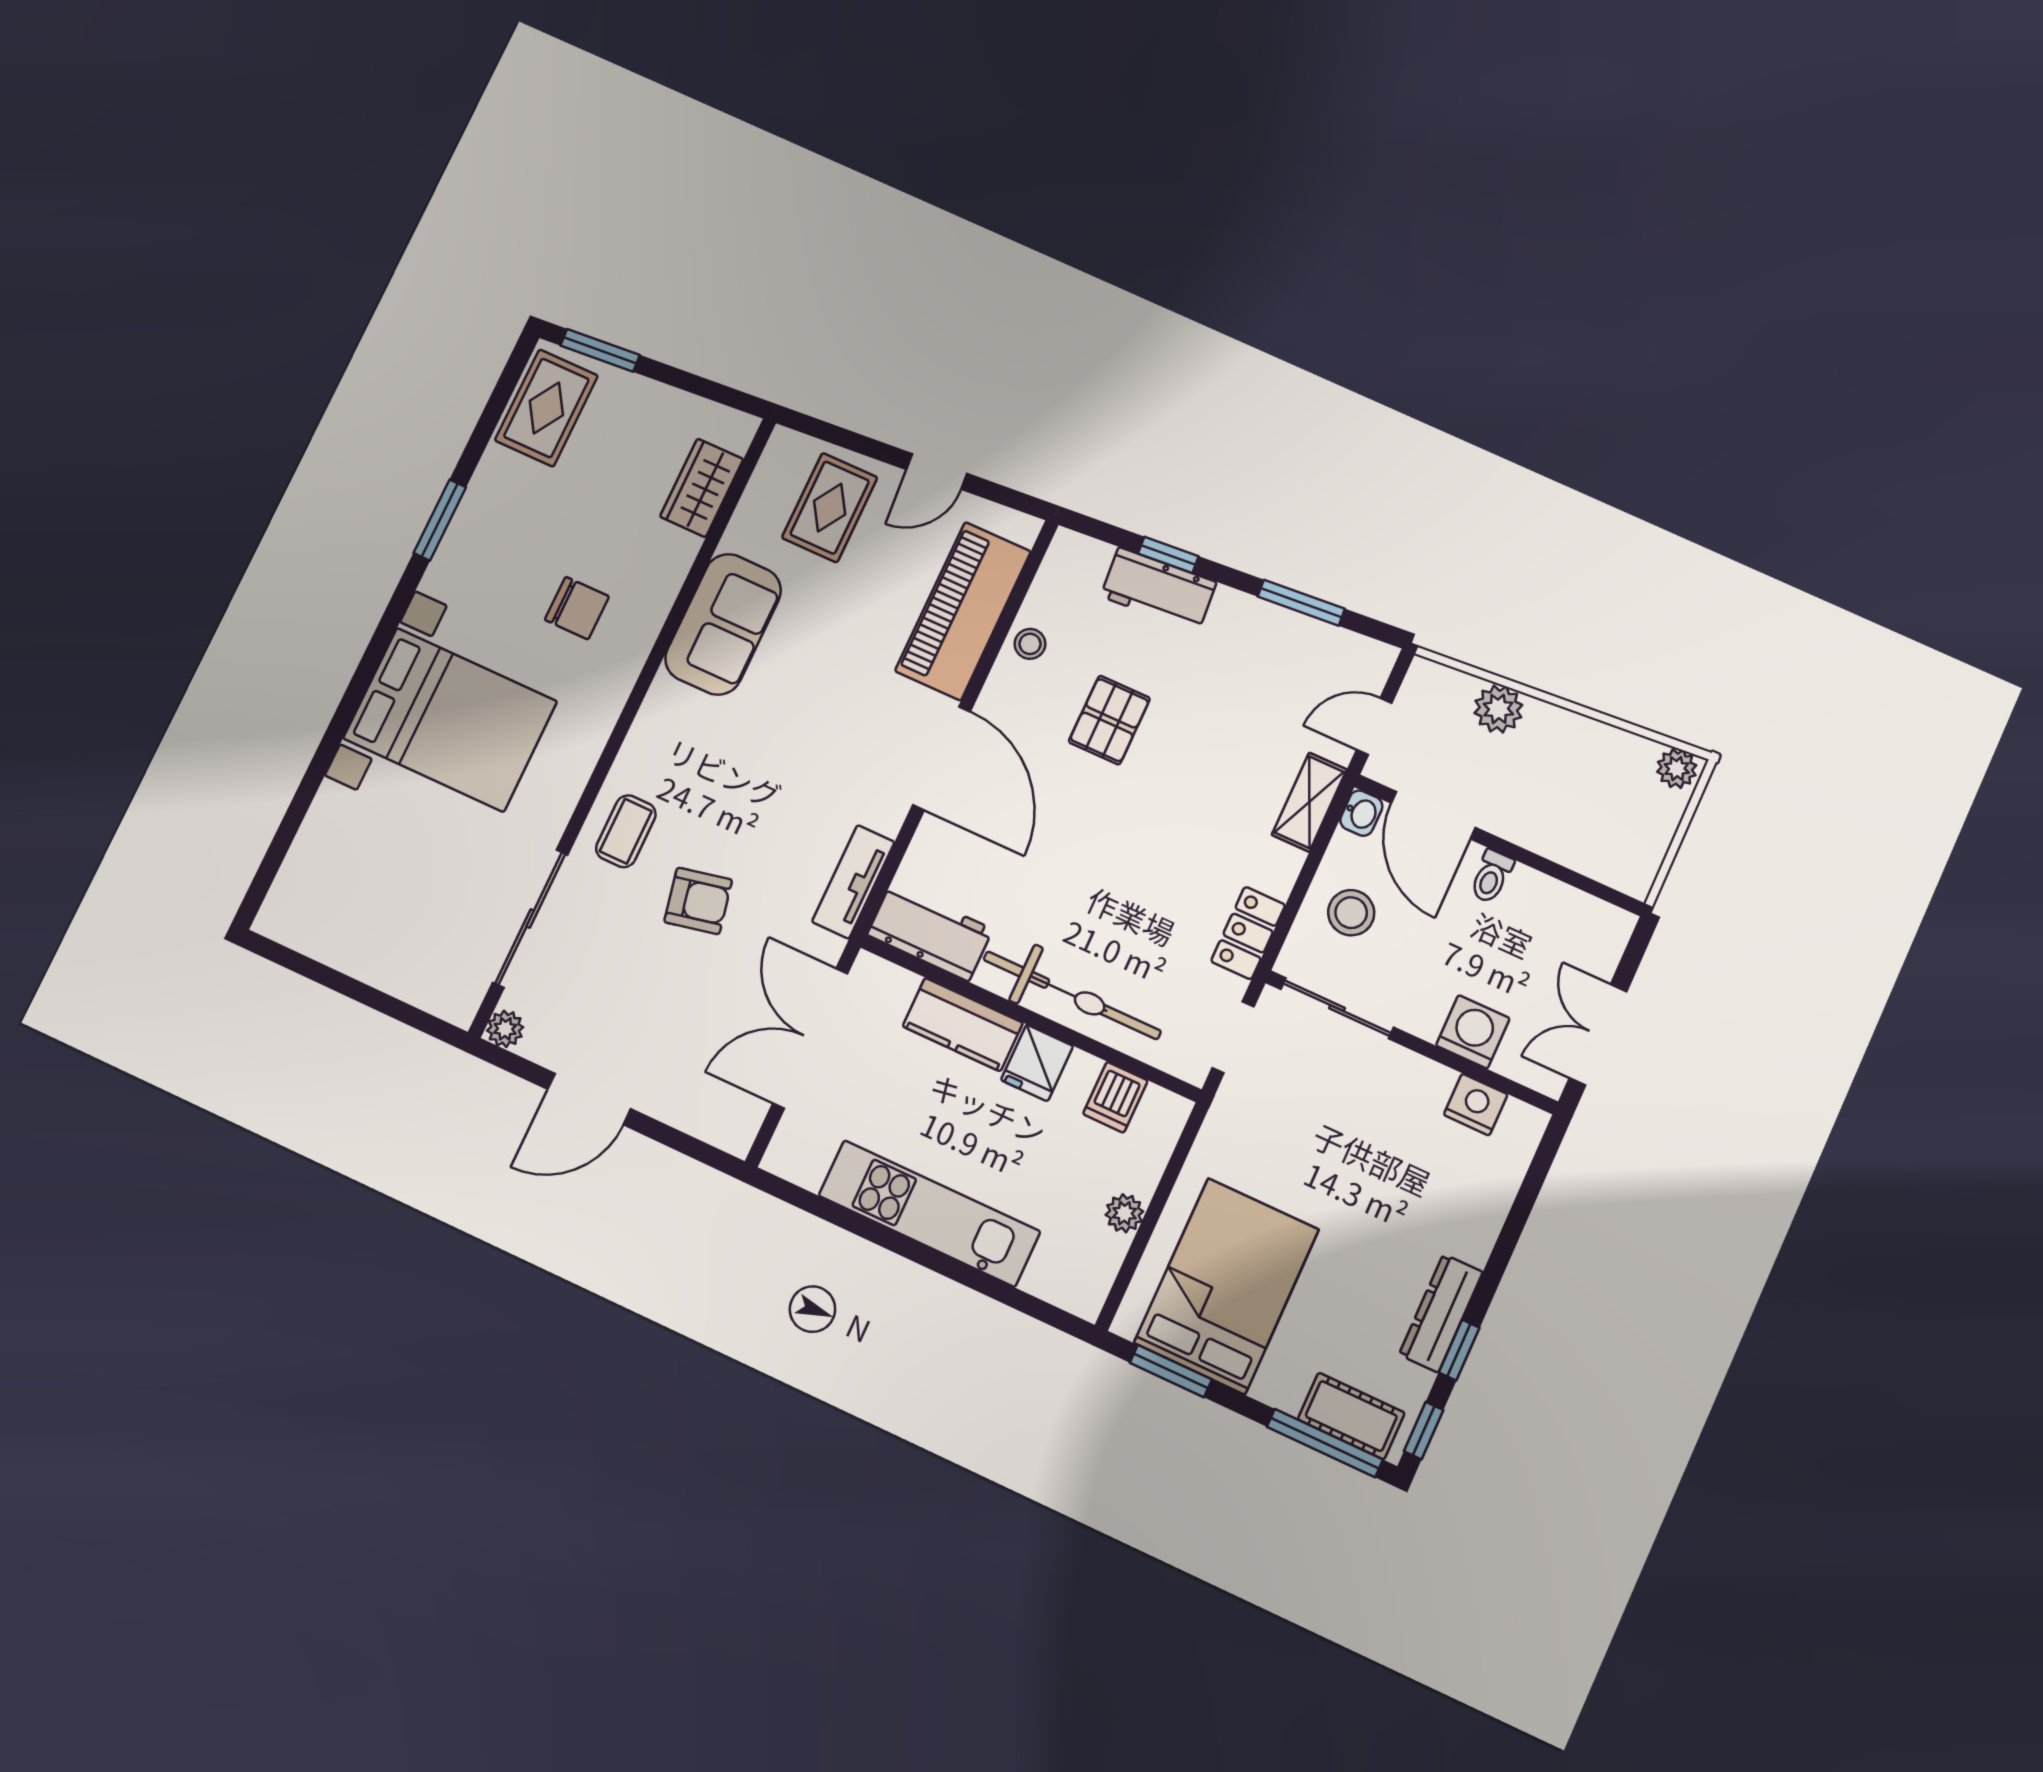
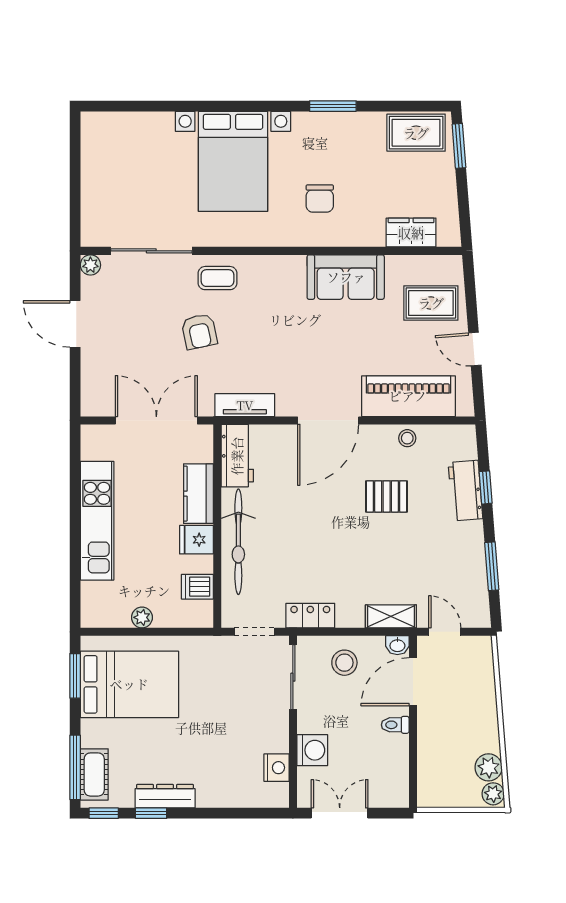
plant: (1498, 709) -> (489, 767), moved

